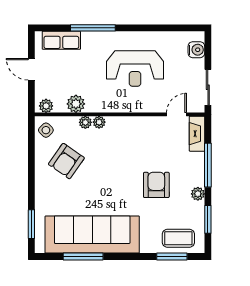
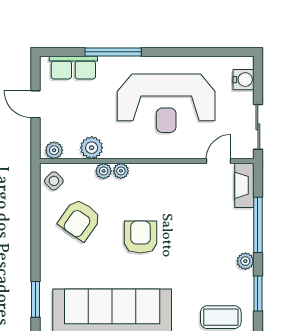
reception desk: (135, 68) -> (166, 103), width x1.36, depth x1.30
armchair: (156, 185) -> (141, 237), moved

